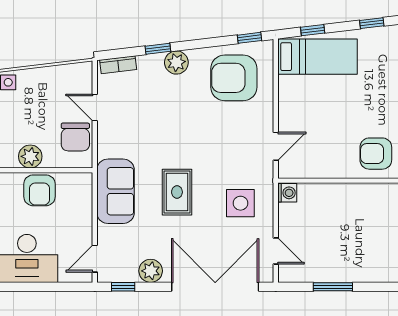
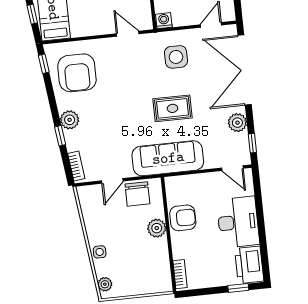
chair: (75, 137) -> (137, 194), turned 90
sofa: (116, 191) -> (168, 158), width x1.36

